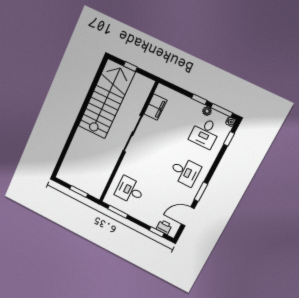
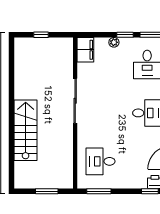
stairs: (106, 99) -> (26, 130), moved, width x0.73, depth x0.66
filing cabinet: (155, 107) -> (85, 50), moved
plant: (207, 111) -> (114, 42), moved

